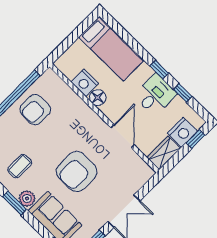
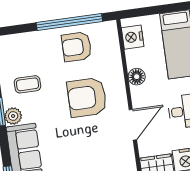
nightstand: (85, 83) -> (133, 37), moved
armchair: (77, 171) -> (87, 97), moved

